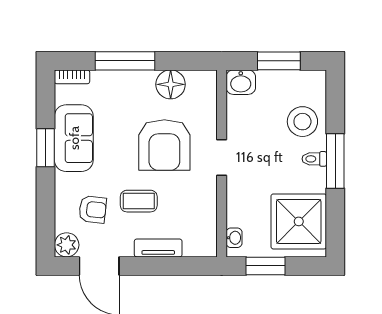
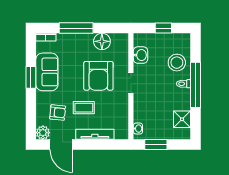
window: (279, 61) -> (163, 28), width x0.67
washbasin: (241, 82) -> (141, 55), moved, turned -90
window: (335, 161) -> (196, 85), width x1.46
shower: (299, 221) -> (182, 119), width x0.54, depth x0.54
tv unit: (158, 248) -> (95, 134), width x1.41

